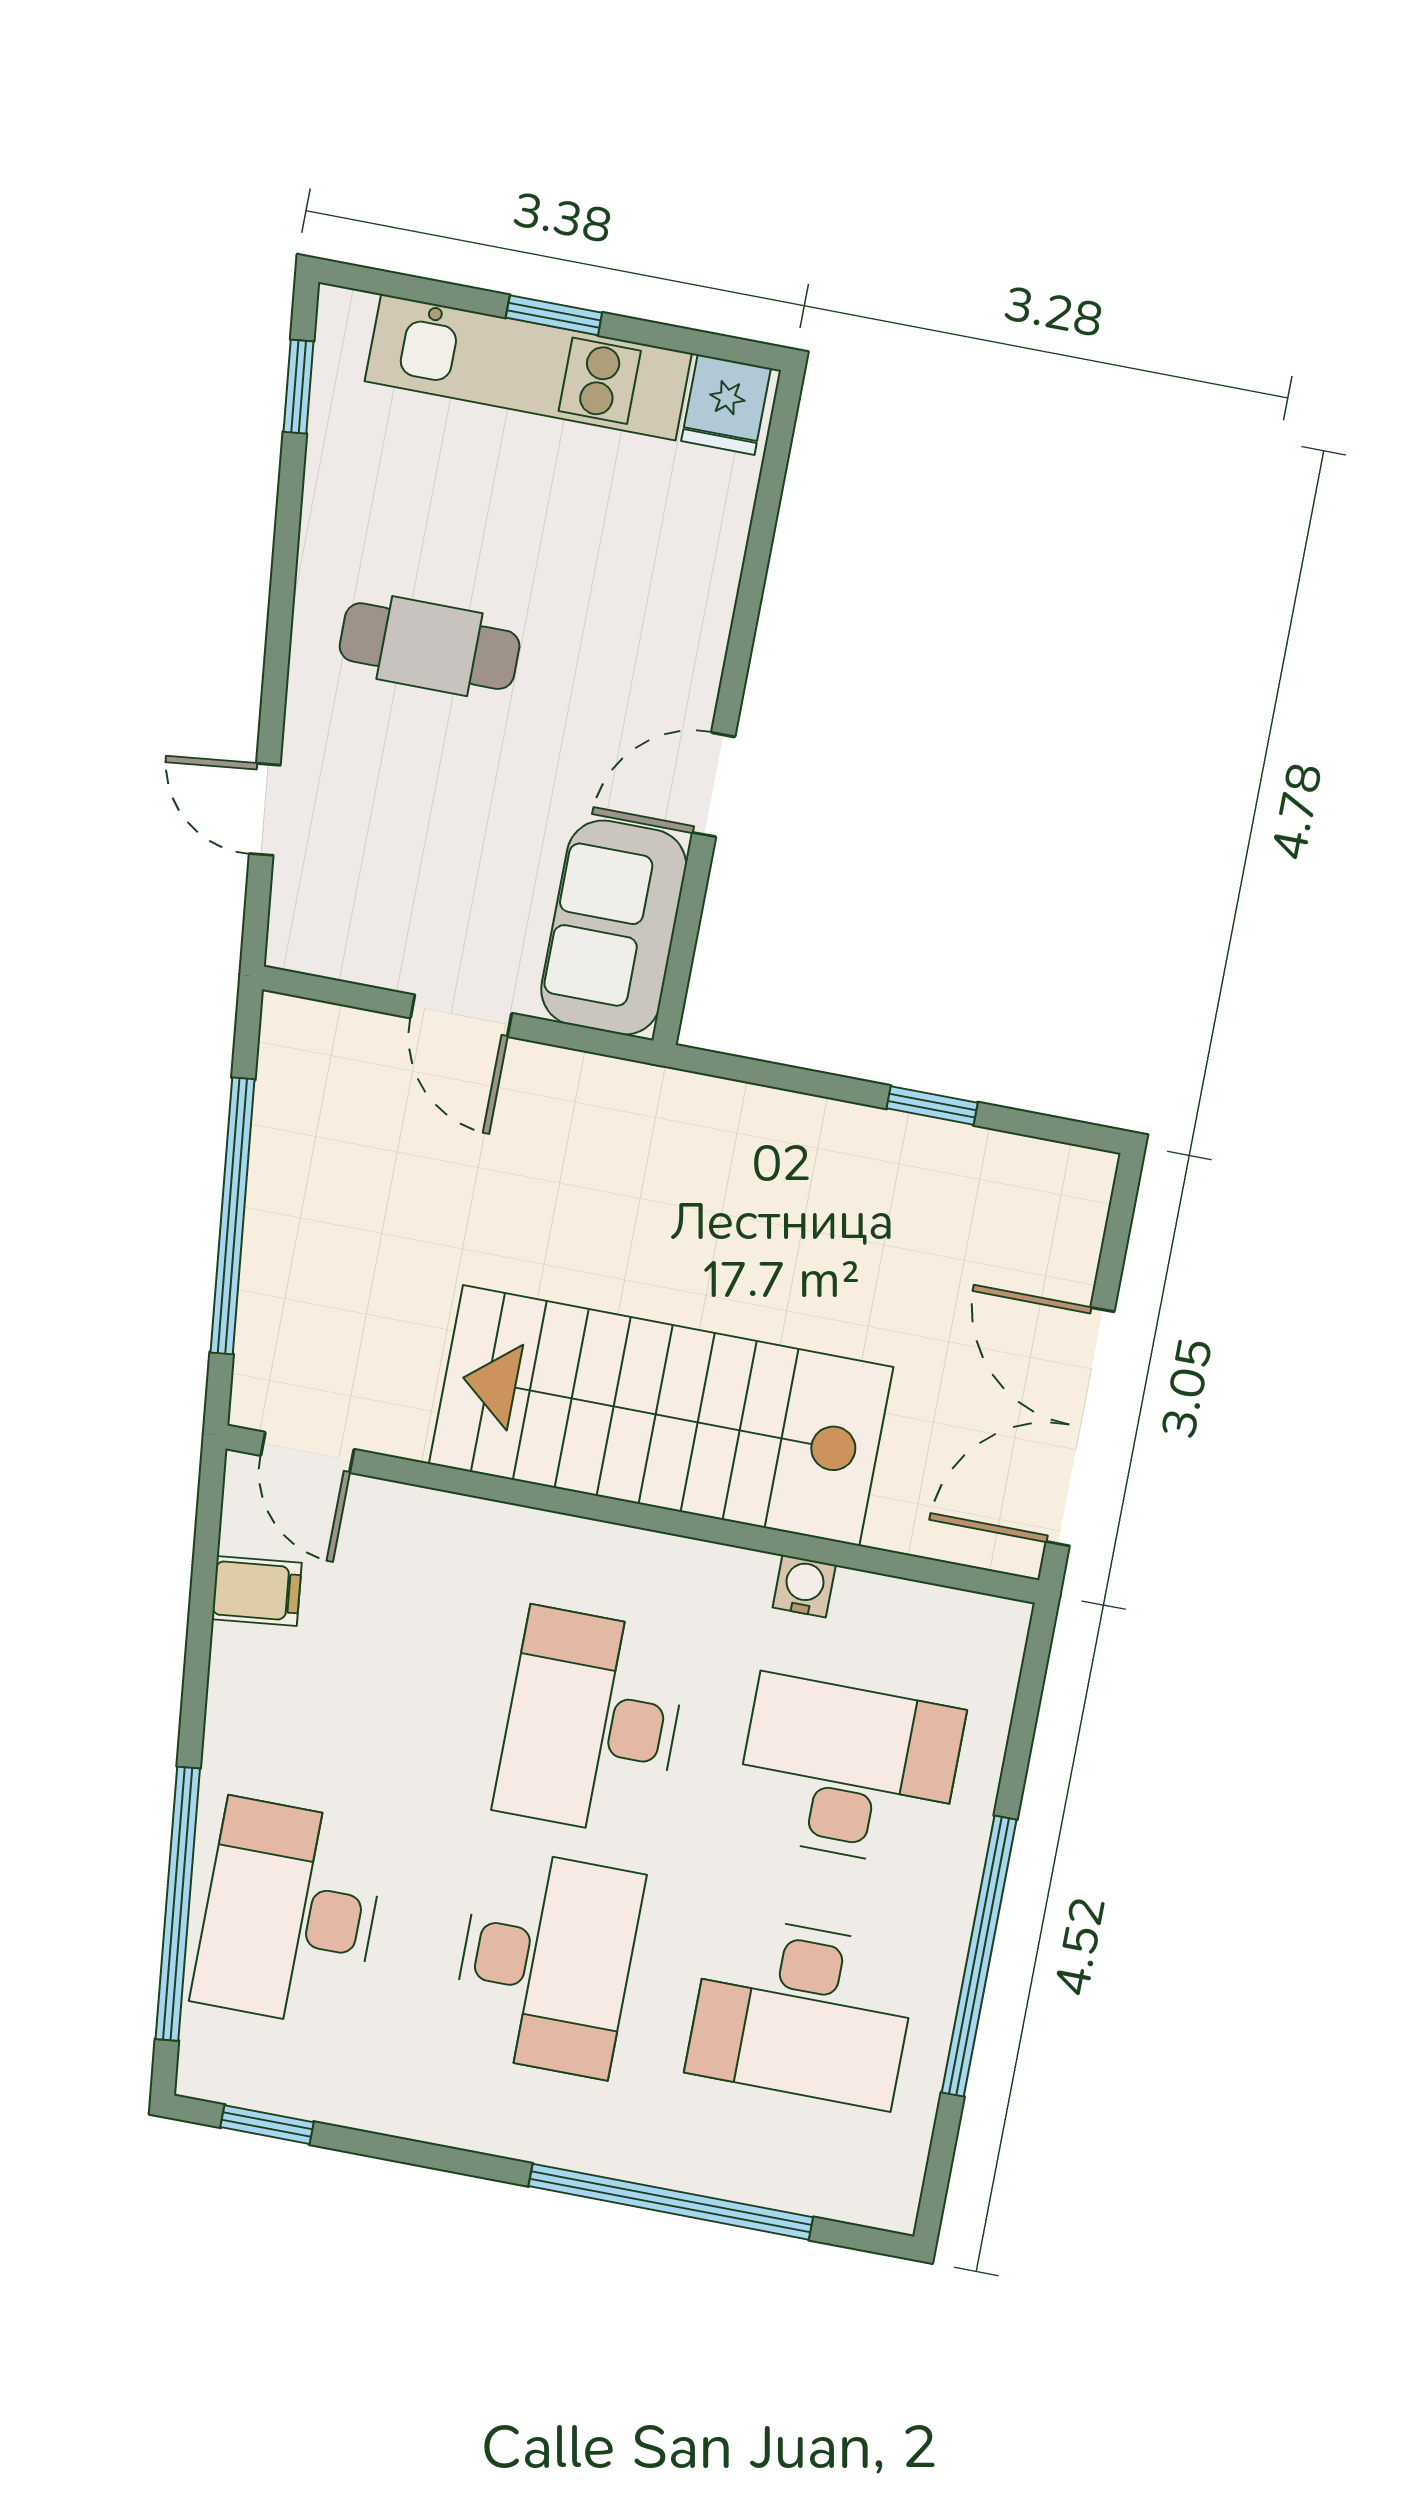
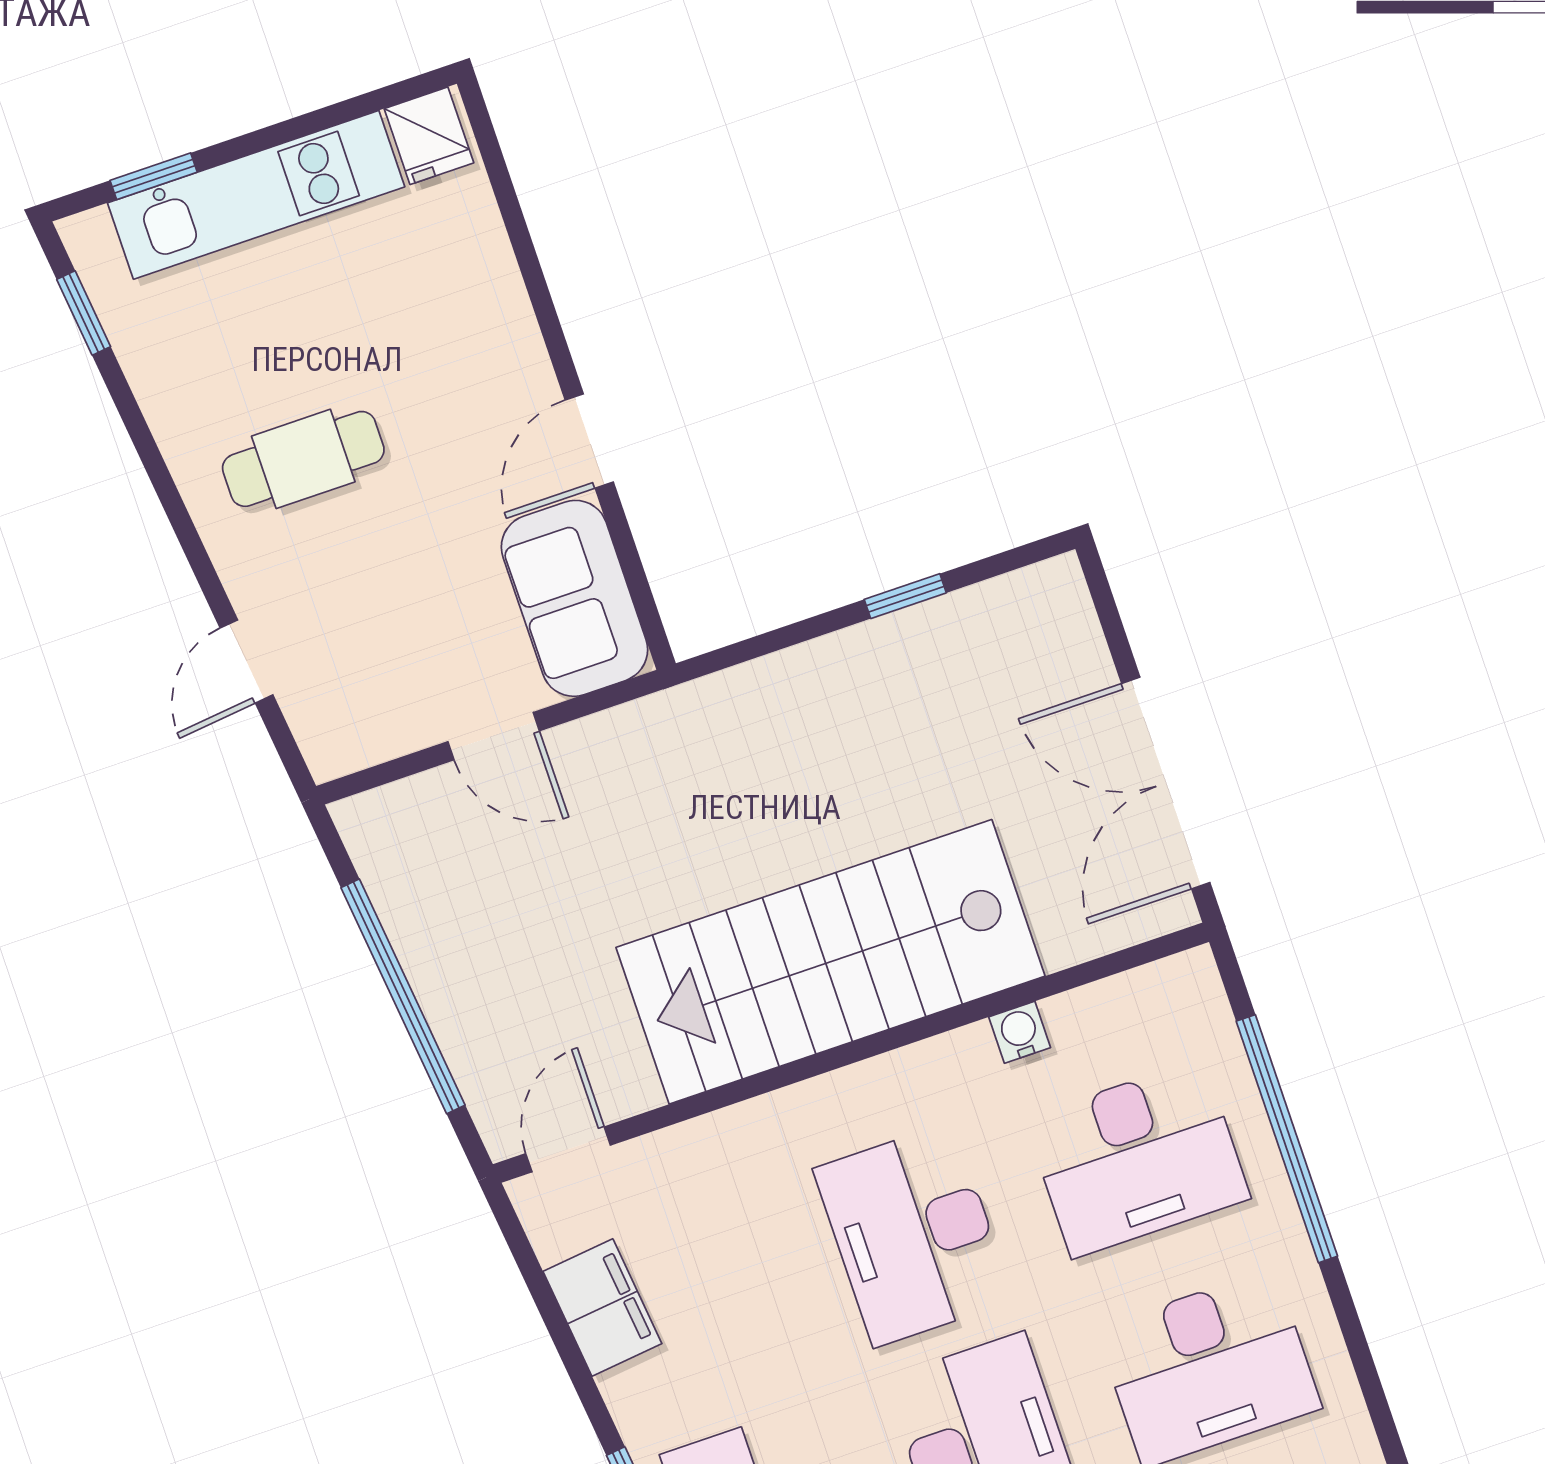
window: (554, 315) -> (154, 176), moved
door: (265, 809) -> (247, 661), hinge flipped
door: (307, 1452) -> (568, 1149), swing flipped
filing cabinet: (257, 1591) -> (602, 1308), width x2.00
desk: (848, 1771) -> (1137, 1158), turned 180
window: (979, 1956) -> (1287, 1139), moved

